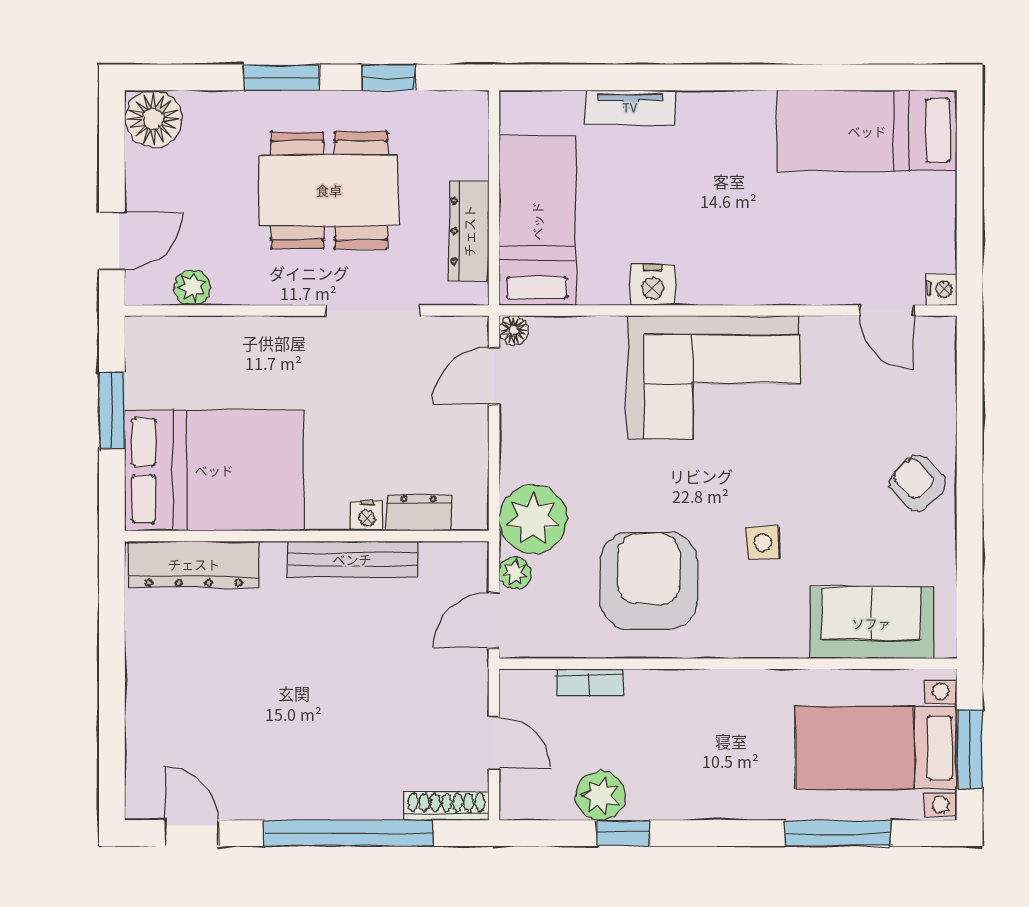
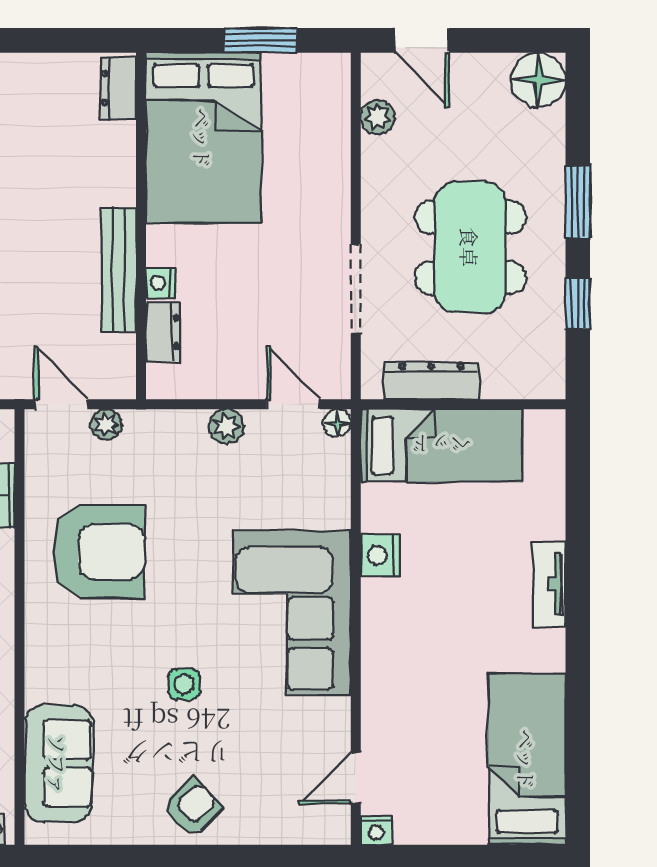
tv unit: (630, 107) -> (549, 584), moved
plant: (533, 519) -> (226, 426), moved, width x0.53, depth x0.53
side table: (763, 542) -> (184, 684), moved
dresser: (194, 564) -> (118, 88), width x0.51, depth x0.80

